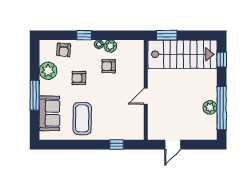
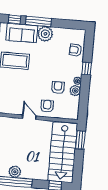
plant: (48, 71) -> (45, 34), moved
armchair: (79, 78) -> (47, 106), moved
window: (35, 123) -> (15, 19), added

